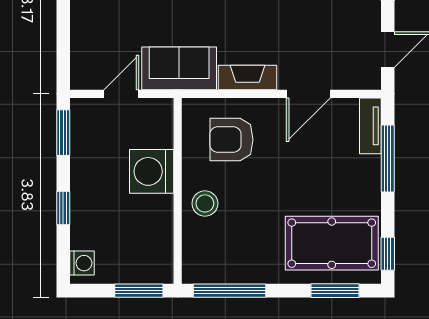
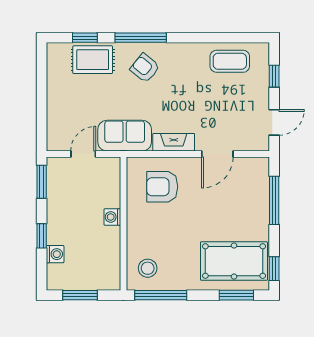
tv unit: (370, 126) -> (262, 177), removed
washing machine: (152, 171) -> (112, 217), width x0.53, depth x0.53
stool: (205, 203) -> (148, 268), moved
washing machine: (82, 263) -> (55, 254), moved
window: (139, 291) -> (80, 295), moved

